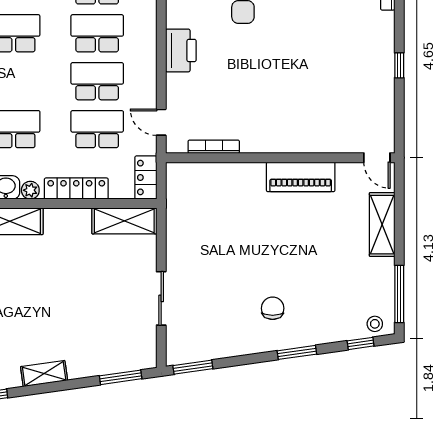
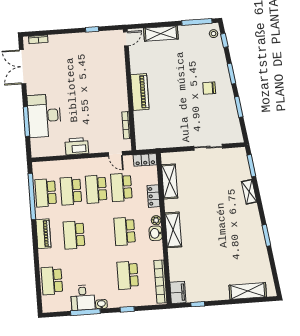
window: (399, 65) -> (92, 29), moved
door: (161, 122) -> (115, 154), hinge flipped
piano: (301, 177) -> (140, 92), moved
locker: (76, 189) -> (154, 196), width x0.66
shelving: (124, 221) -> (170, 181), moved
window: (193, 367) -> (239, 107), moved
shelving: (44, 374) -> (249, 192), moved

